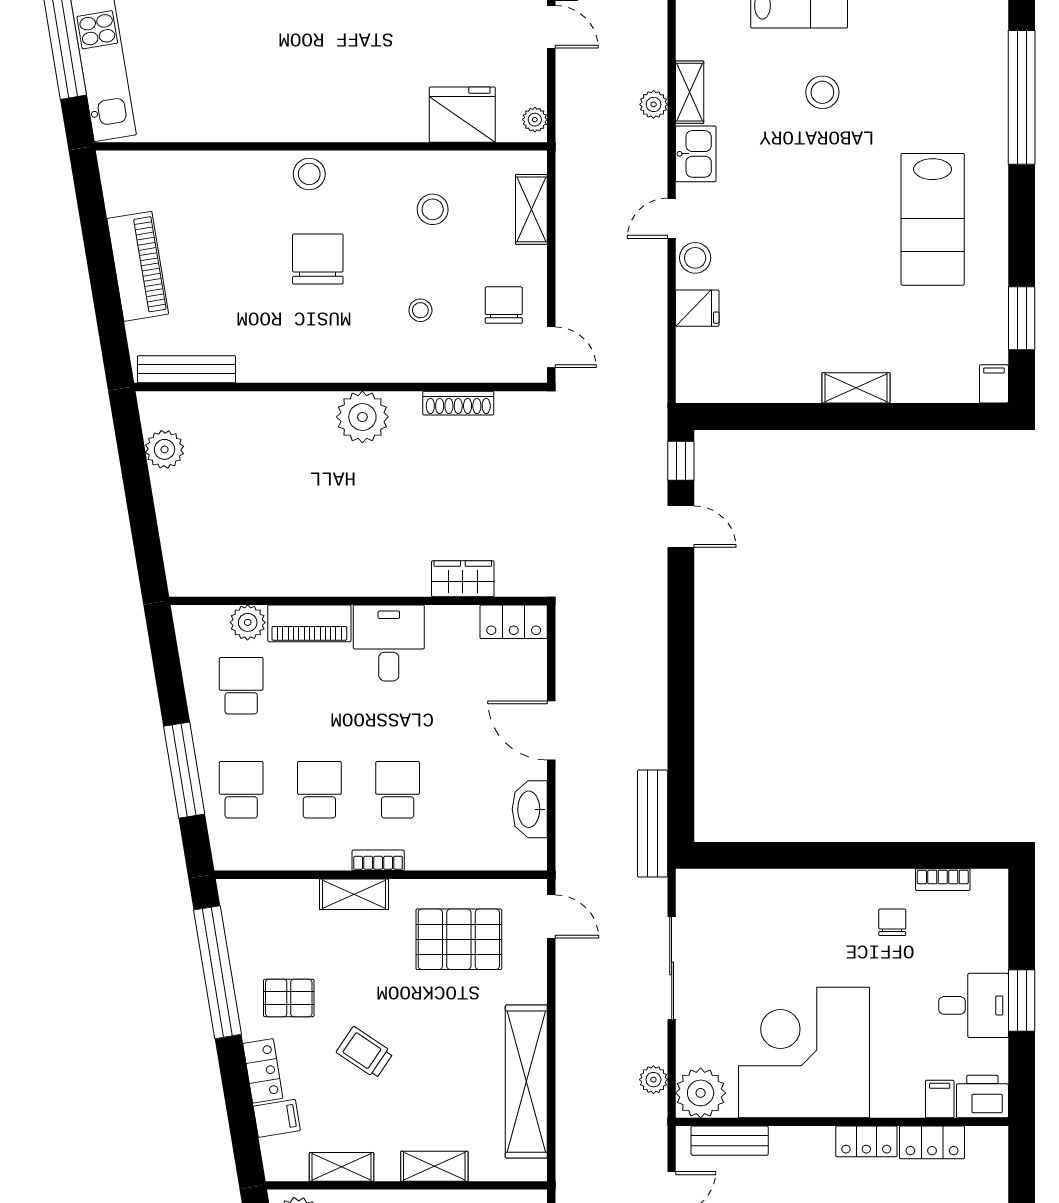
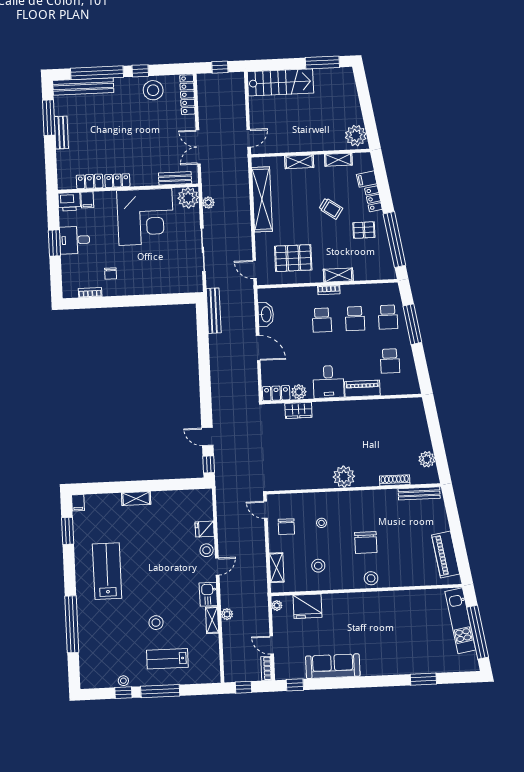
piano: (138, 266) -> (446, 555), moved
shoe rack: (458, 403) -> (395, 480), moved
plant: (248, 622) -> (299, 392), moved

